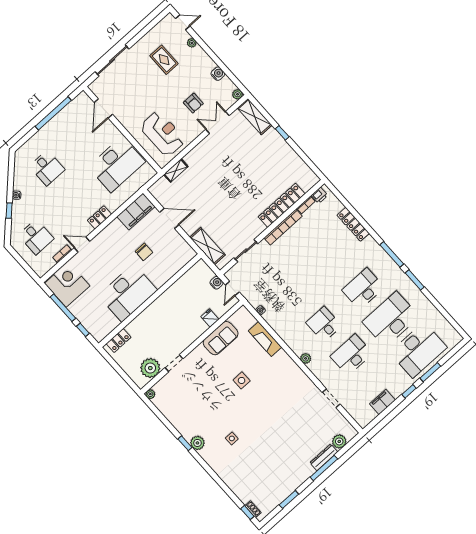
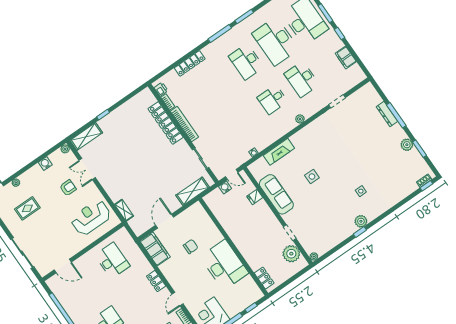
desk: (117, 164) -> (112, 261), width x0.73, depth x0.77
sofa: (221, 338) -> (276, 194), width x1.36
plant: (339, 441) -> (407, 145), moved

